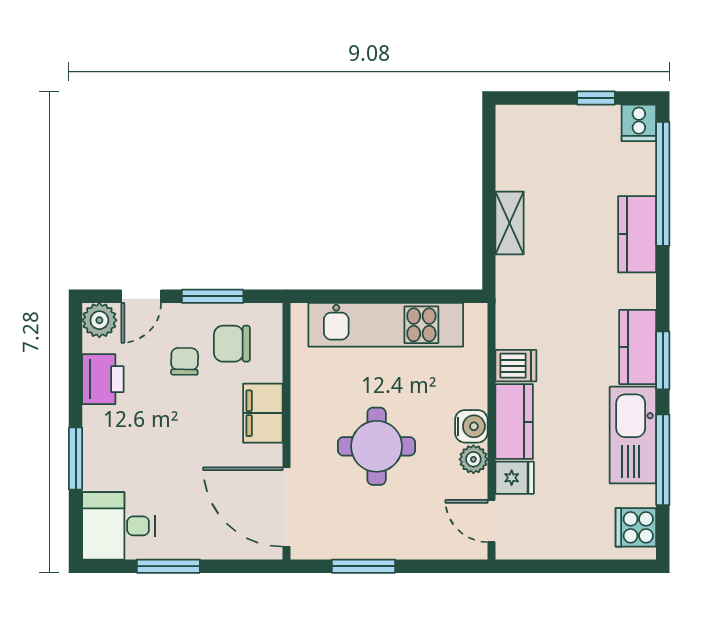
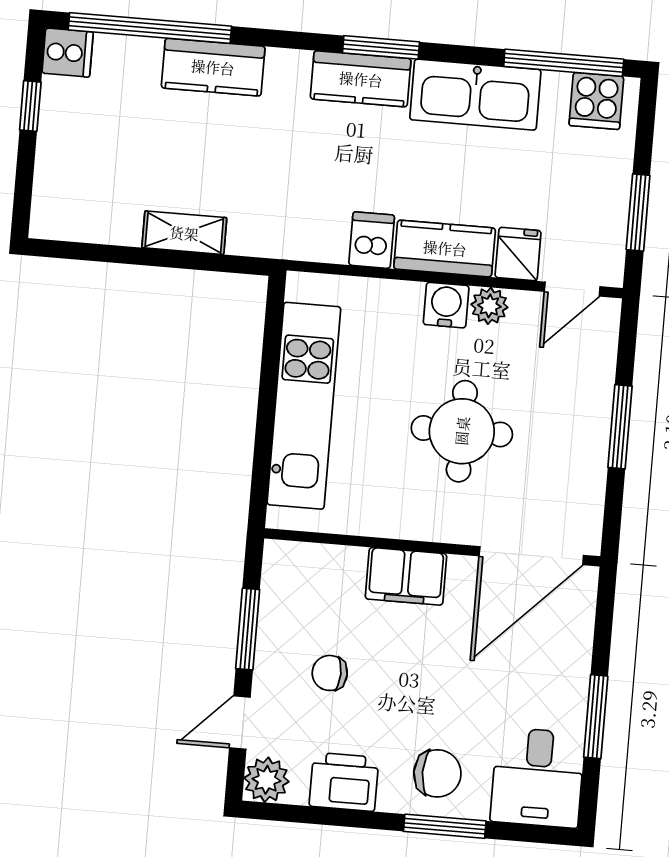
door: (141, 296) -> (240, 723), swing flipped
chair: (232, 344) -> (437, 773), moved, turned -90
window: (663, 460) -> (564, 63), moved
window: (364, 566) -> (620, 427), moved
window: (554, 566) -> (638, 213), added

